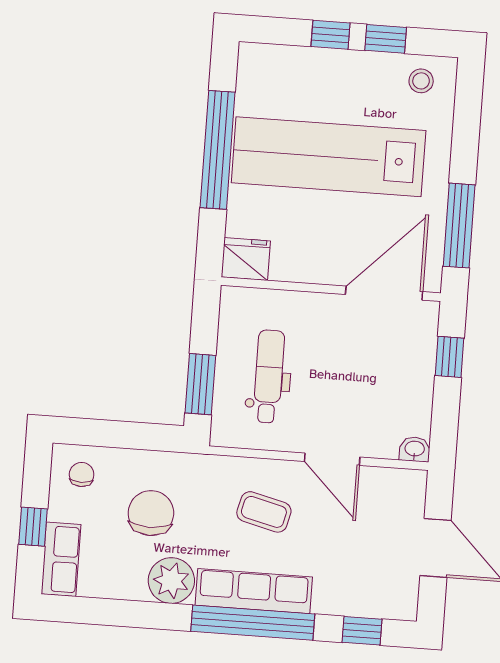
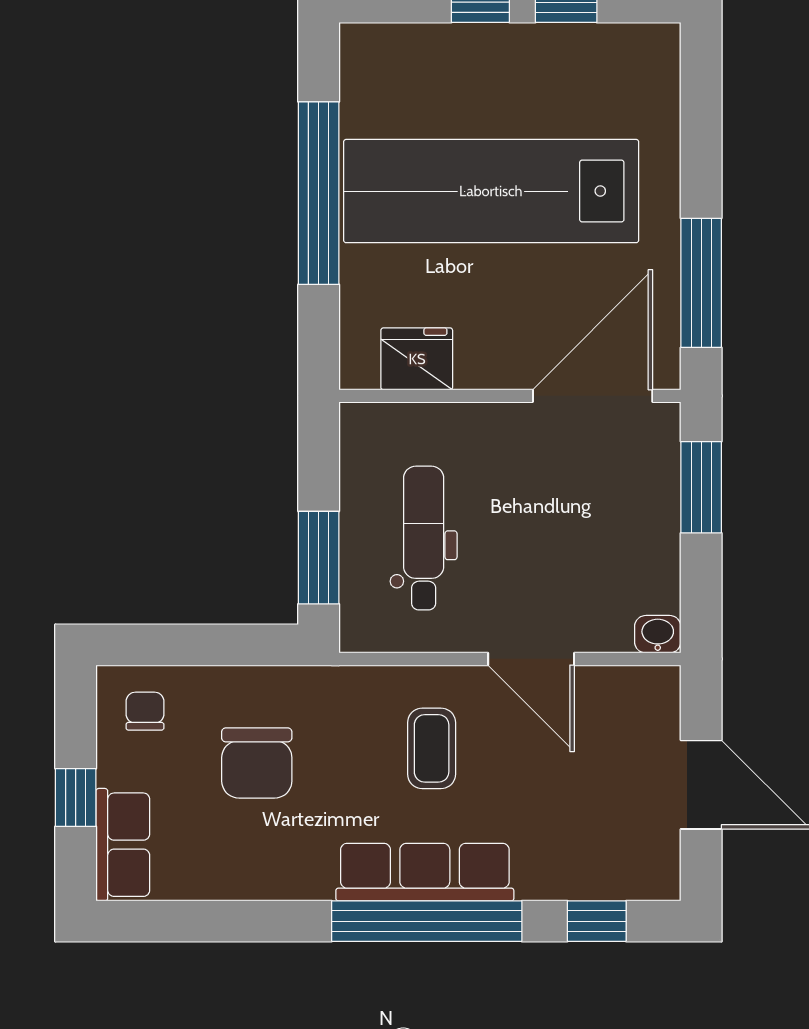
stool: (421, 81) -> (626, 63), removed
fridge: (246, 259) -> (417, 359), moved
window: (449, 357) -> (701, 487), width x1.50
coffee table: (264, 512) -> (432, 748), turned 76
chair: (151, 513) -> (257, 763), turned 180
plant: (171, 581) -> (296, 865), removed

